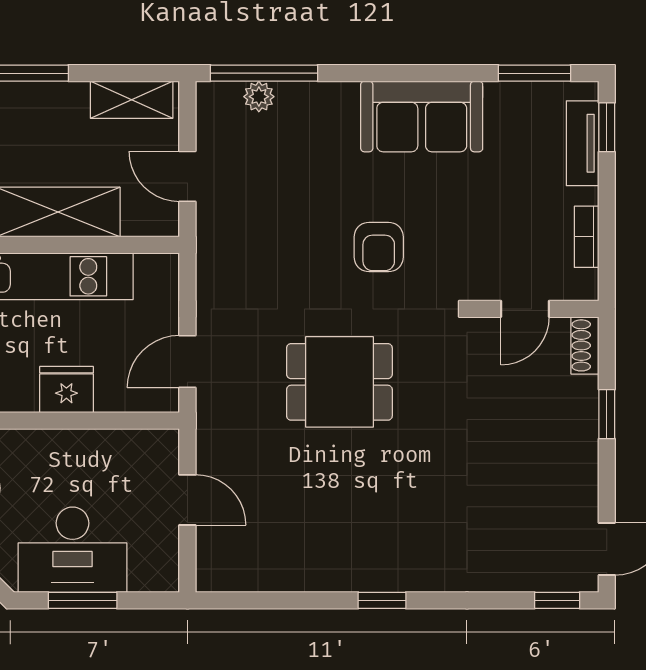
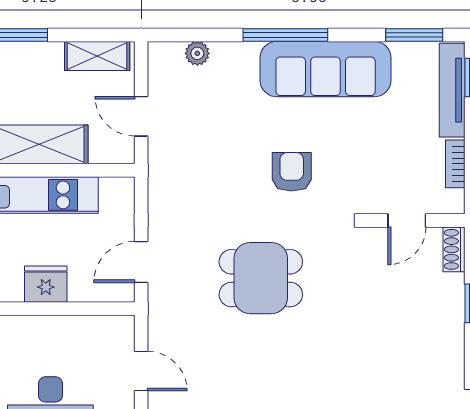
window: (264, 73) -> (285, 35), moved
sofa: (422, 116) -> (326, 69), width x1.36
tv unit: (583, 143) -> (452, 90), width x1.41
armchair: (379, 247) -> (292, 172), turned 180

